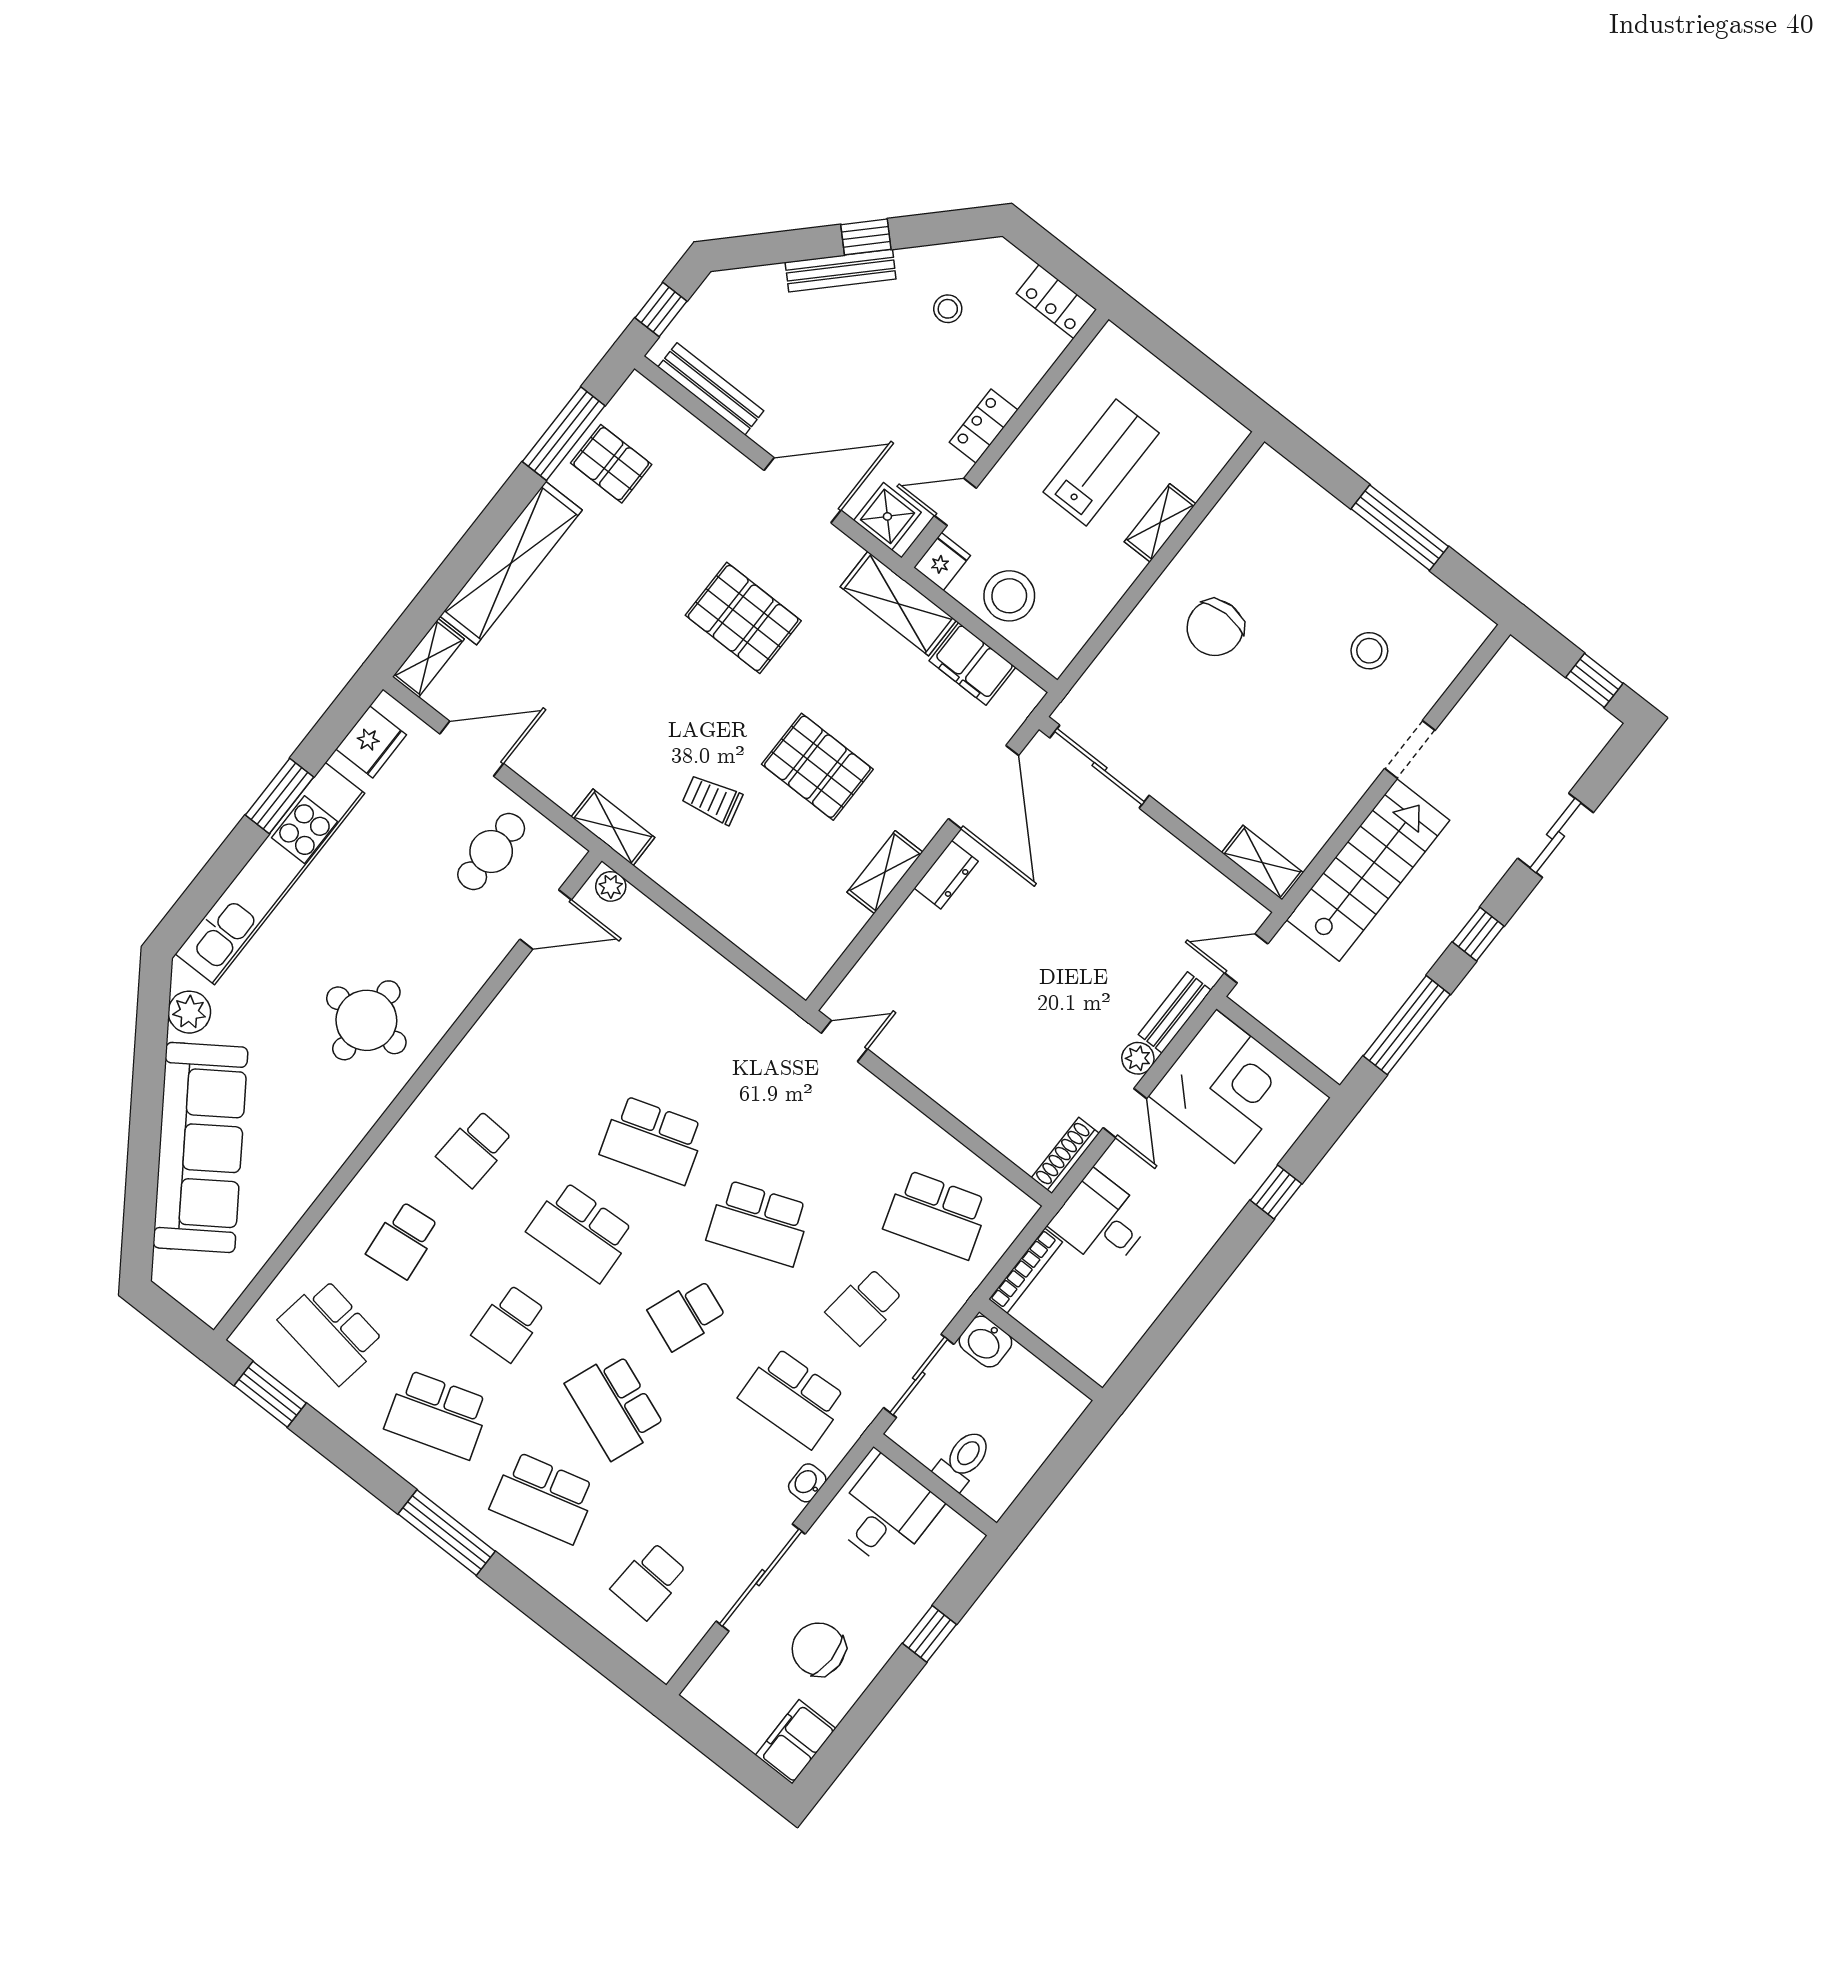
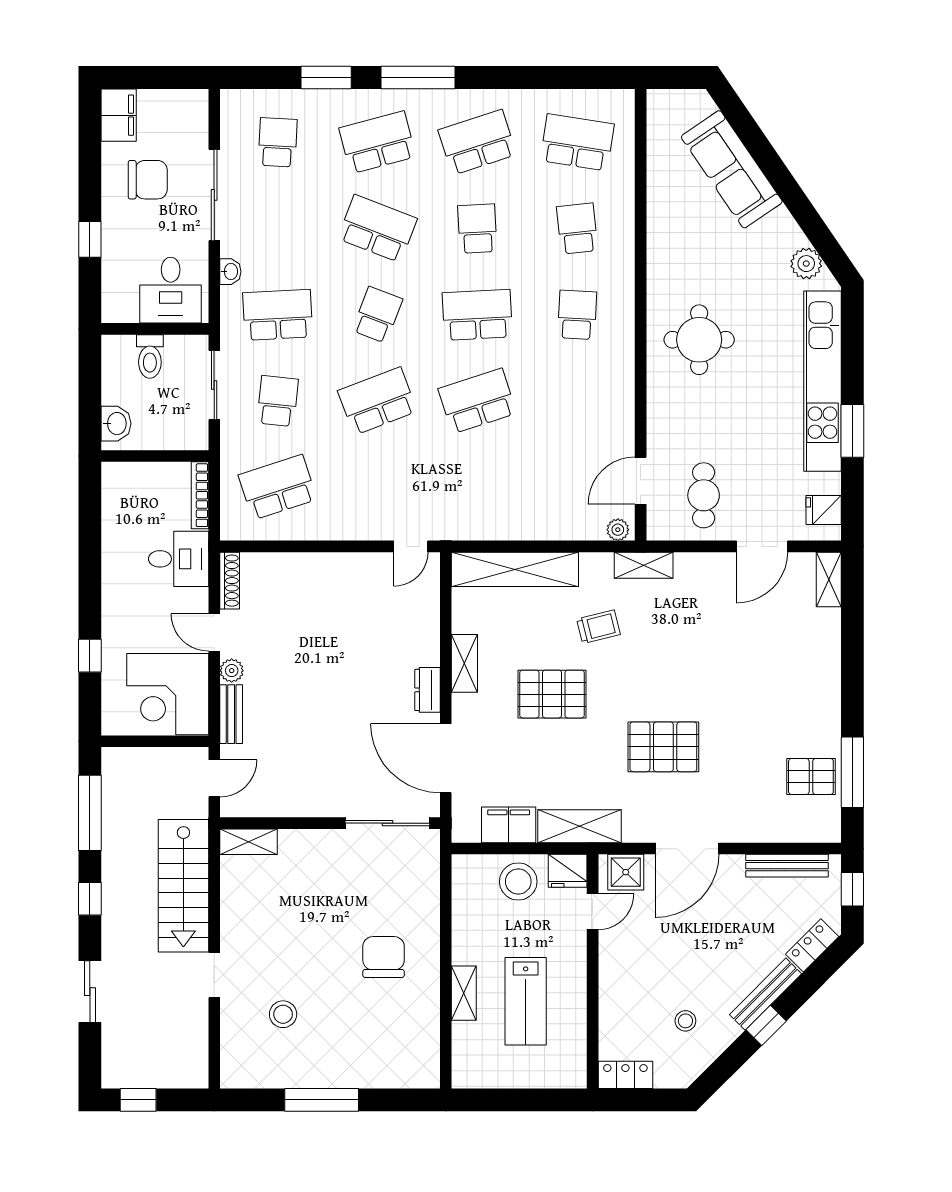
locker: (984, 426) -> (812, 945), moved, turned -135
fridge: (942, 562) -> (568, 871), width x1.38
shelving: (511, 563) -> (515, 569), moved, turned 90
fridge: (371, 742) -> (824, 510), width x0.72
sofa: (200, 1147) -> (732, 169), width x0.74, depth x0.79
washbasin: (985, 1342) -> (116, 424), moved, turned 90
window: (270, 1394) -> (326, 78), moved

